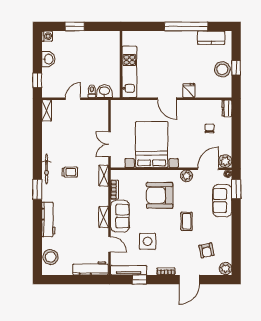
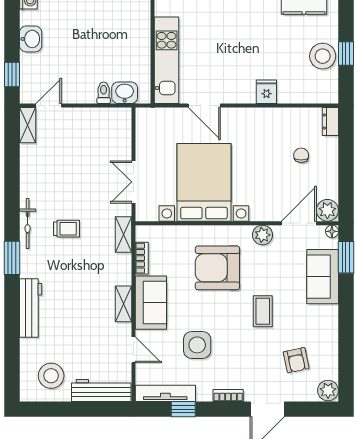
door: (73, 99) -> (49, 106), moved
door: (167, 99) -> (204, 106), moved
stool: (51, 257) -> (51, 376), moved

